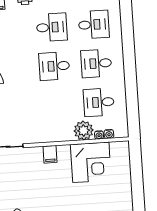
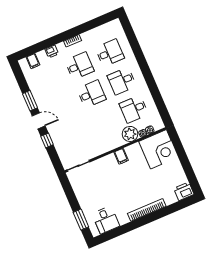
desk: (54, 66) -> (91, 94), turned 180
filing cabinet: (50, 154) -> (121, 156), moved
corner desk: (91, 162) -> (158, 149), moved

